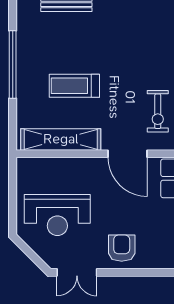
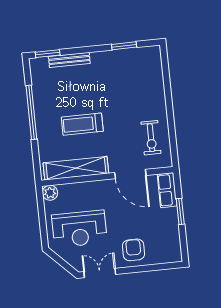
plant: (26, 167) -> (50, 193), added
double door: (77, 272) -> (100, 273), swing flipped

